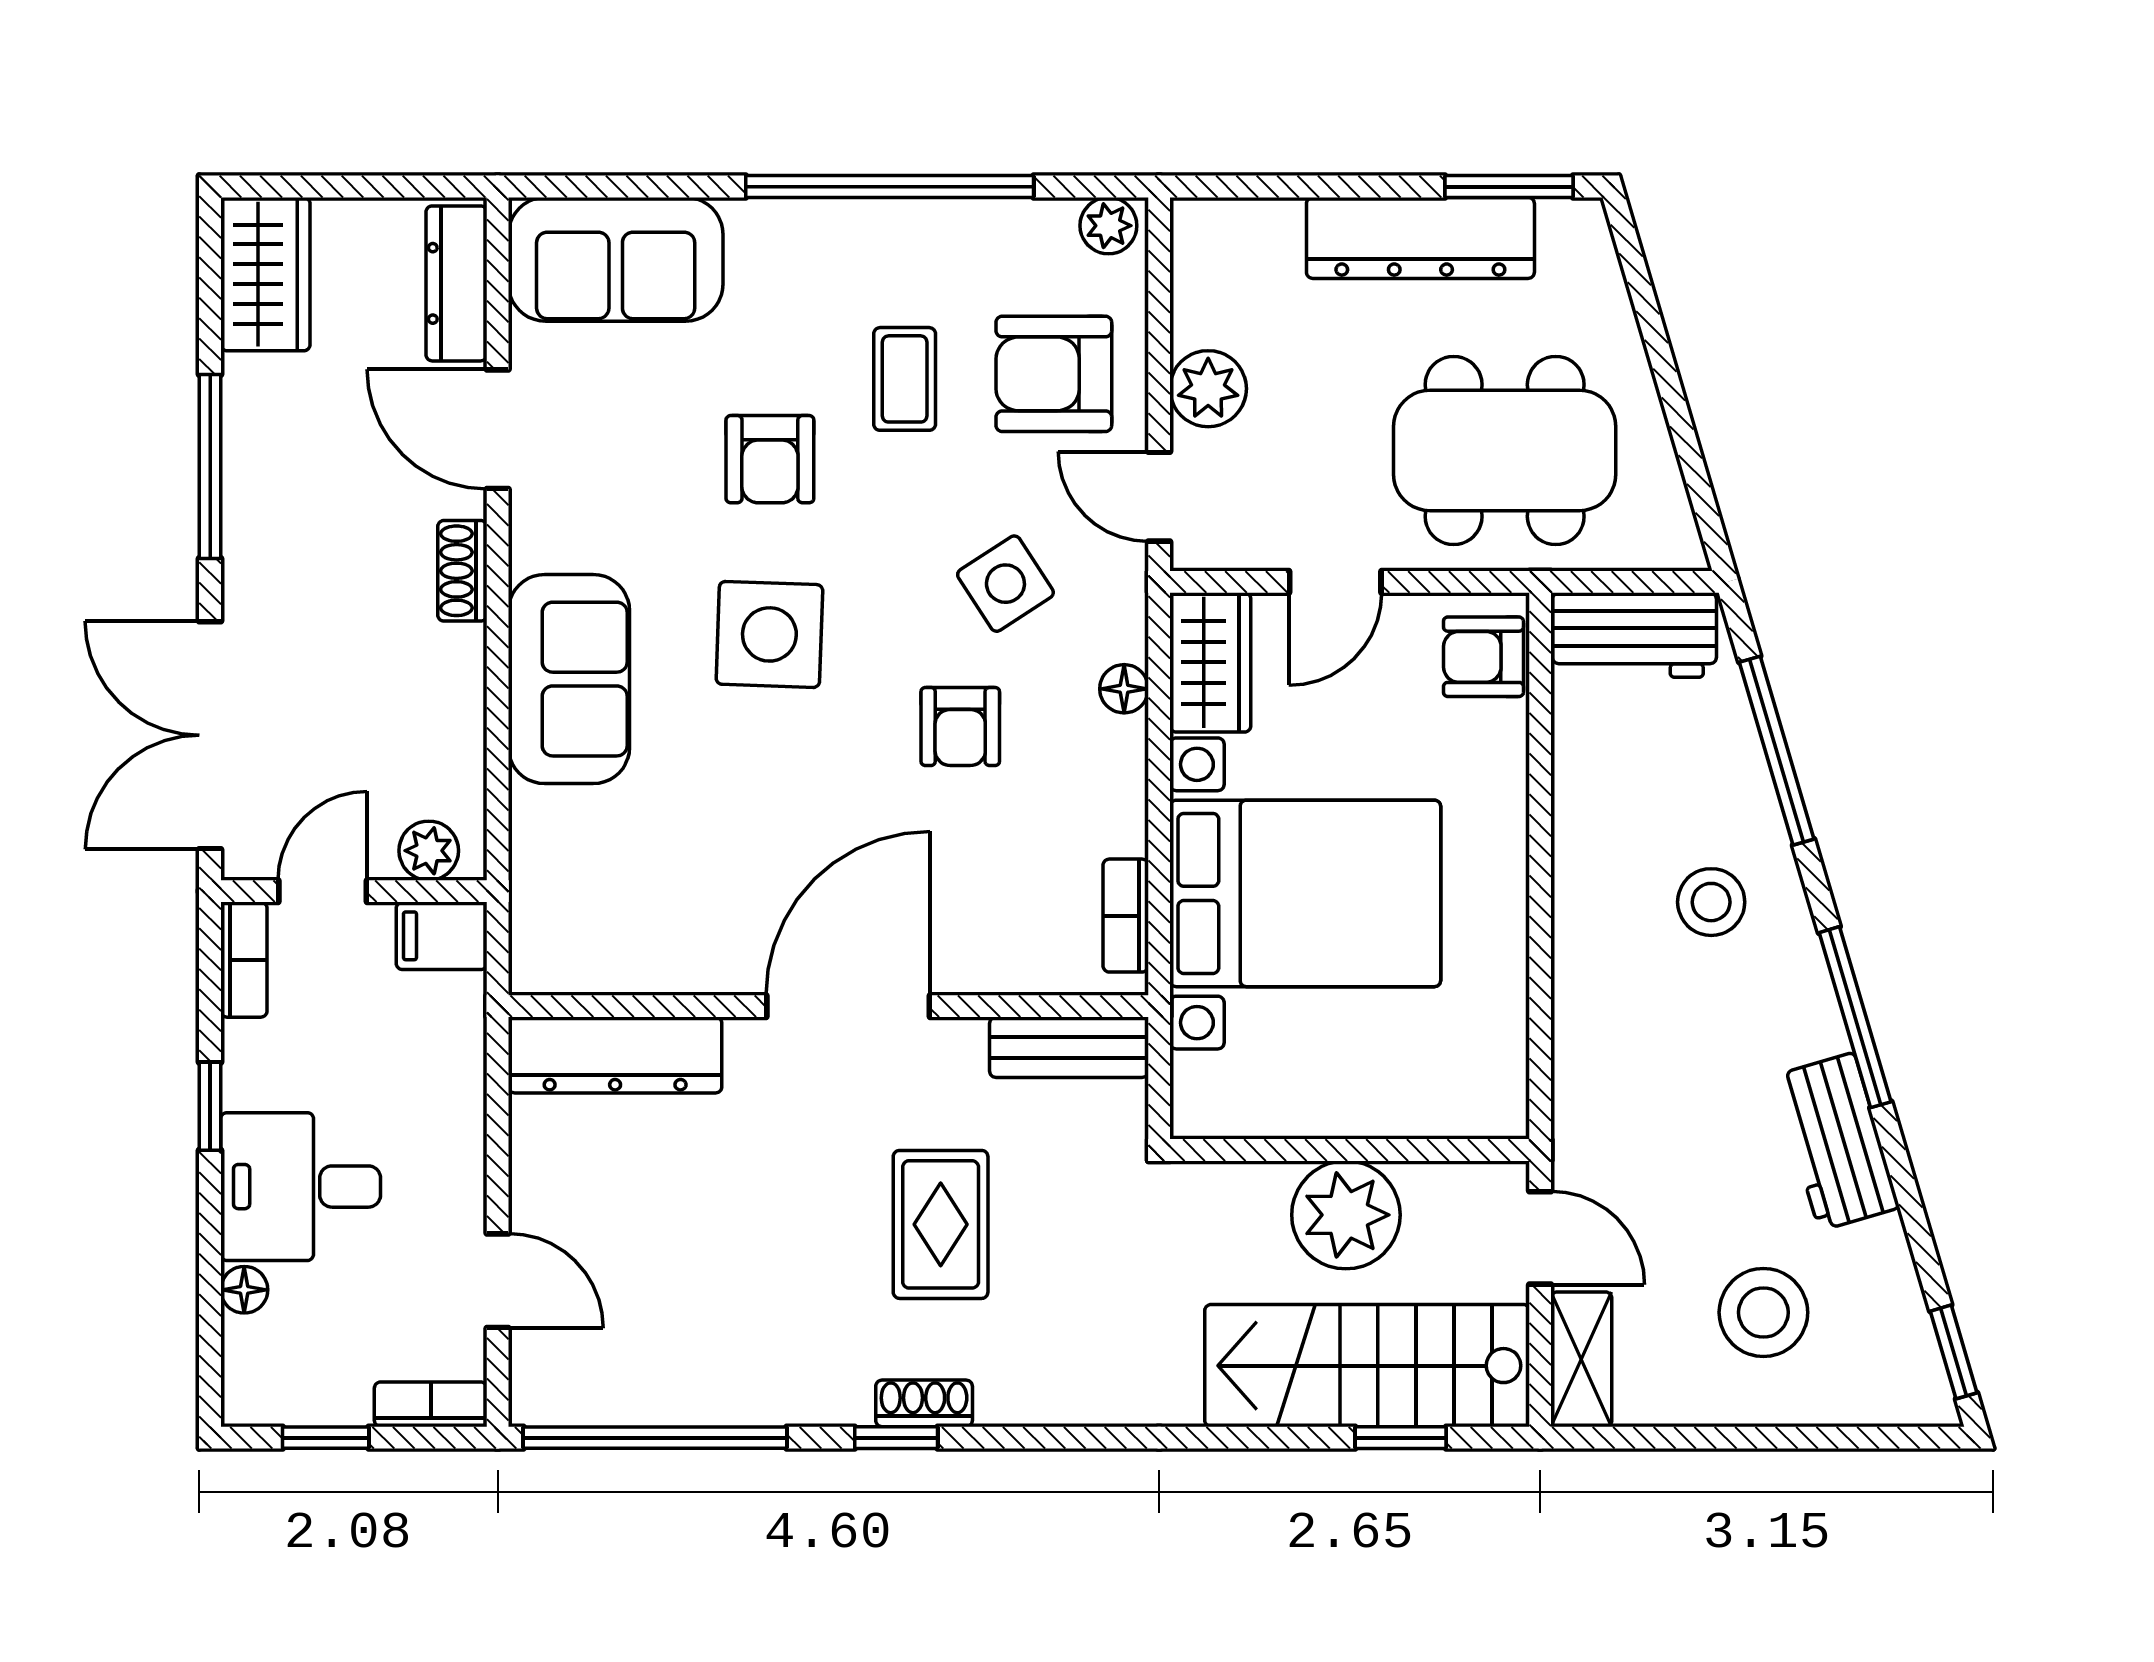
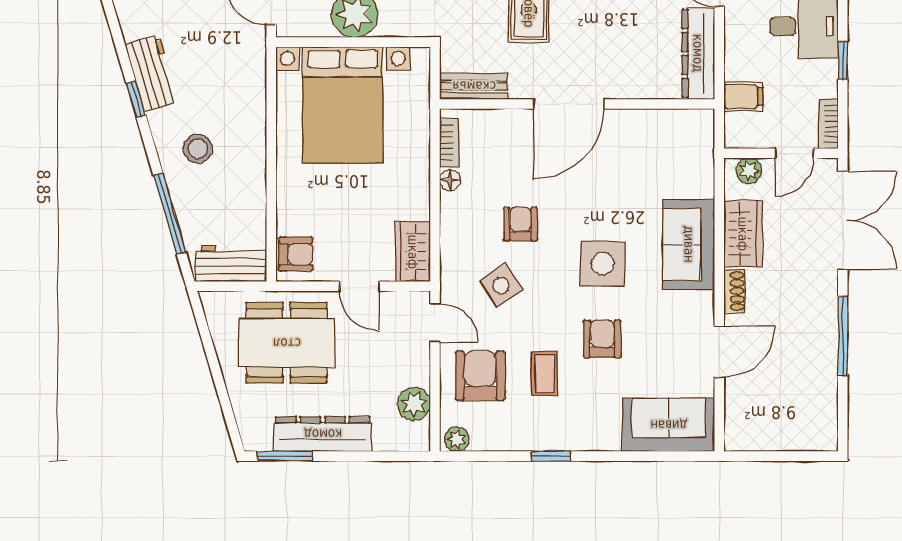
window: (890, 187) -> (551, 456), width x0.32
wardrobe: (265, 274) -> (743, 234), moved, turned 180
dresser: (456, 283) -> (737, 414), removed
armchair: (1054, 374) -> (480, 376), turned -90
plant: (1208, 389) -> (414, 404), moved
door: (498, 429) -> (719, 352), hinge flipped
door: (1335, 582) -> (359, 286), swing flipped
floor lamp: (1124, 689) -> (450, 180), moved
bed with nightstands: (1305, 893) -> (343, 105), moved, turned -90
filing cabinet: (442, 936) -> (743, 96), moved
window: (1855, 1017) -> (136, 99), width x0.46
dresser: (615, 1055) -> (698, 53), moved, turned -90
workbench: (1837, 1142) -> (152, 73), moved

